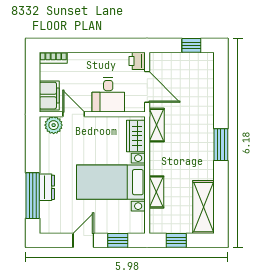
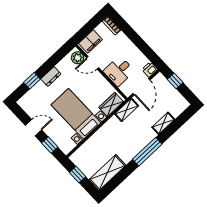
window: (191, 45) -> (175, 81), moved
door: (74, 114) -> (93, 63), swing flipped
window: (221, 145) -> (147, 152), width x1.44
dresser: (47, 187) -> (51, 77), moved
shelving: (156, 192) -> (163, 123), moved
window: (33, 196) -> (32, 81), width x0.46

